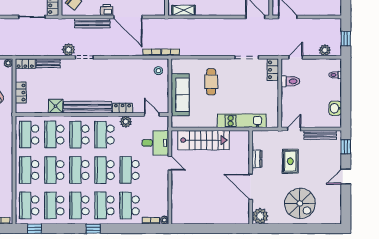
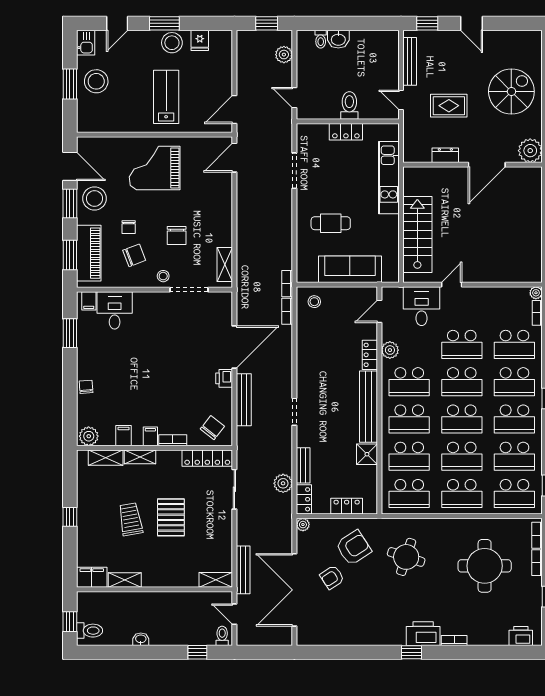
plant: (69, 50) -> (283, 483), moved
locker: (273, 70) -> (346, 132), moved
toilet: (291, 81) -> (349, 105), moved
washbasin: (335, 108) -> (338, 39), moved

